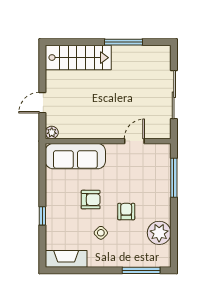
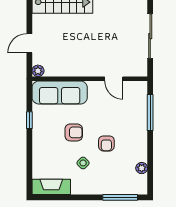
door: (134, 141) -> (114, 79), swing flipped
armchair: (126, 212) -> (106, 143), turned 180
window: (42, 216) -> (29, 120), moved
plant: (159, 233) -> (142, 168), width x0.53, depth x0.53

